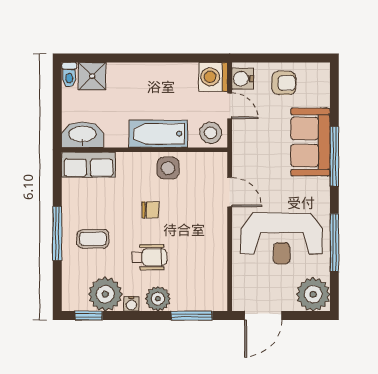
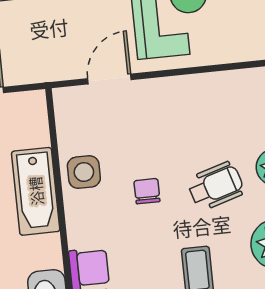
stool: (211, 133) -> (26, 115), removed
wheelchair: (149, 257) -> (216, 186), turned 73

